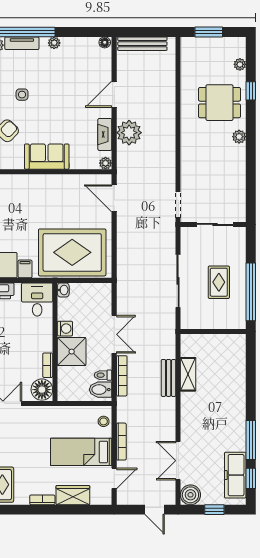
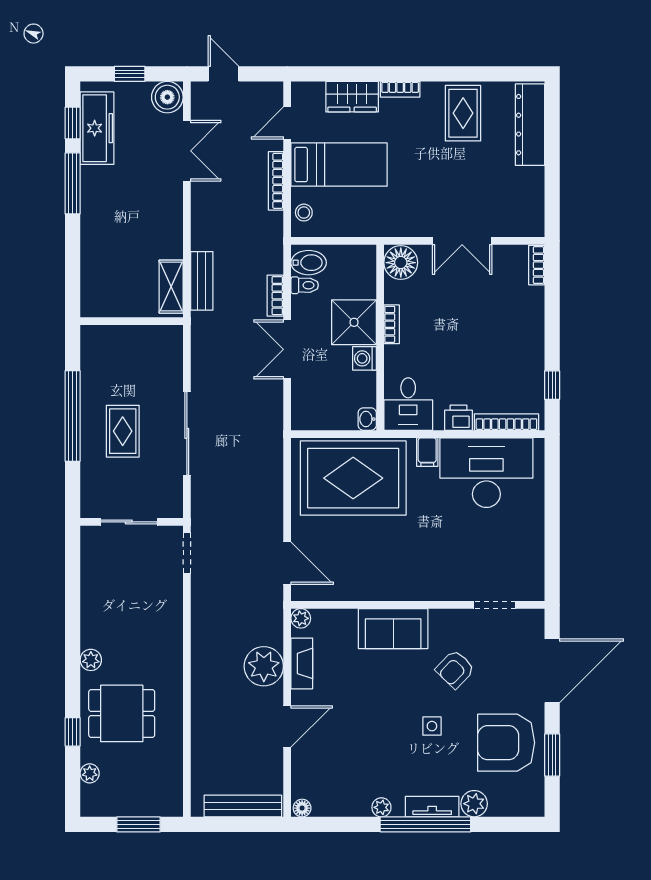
wall: (213, 332) -> (132, 321), moved
bookcase: (48, 365) -> (392, 324), moved
bookcase: (122, 376) -> (275, 296), width x0.64

